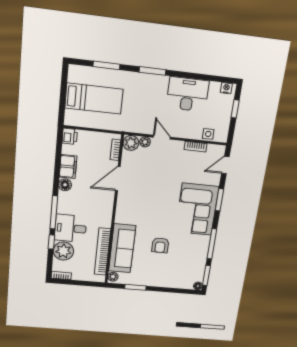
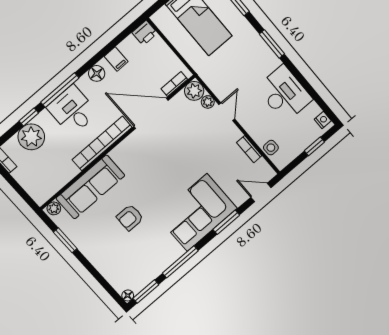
filing cabinet: (68, 167) -> (116, 59), width x0.50
door: (118, 179) -> (151, 113), width x1.36
desk: (71, 228) -> (72, 110), moved
bookcase: (102, 252) -> (102, 143), moved

